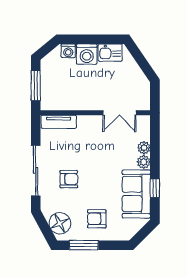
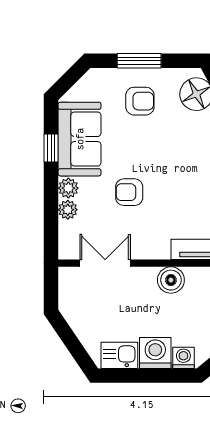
boiler: (76, 102) -> (171, 280), added
armchair: (69, 179) -> (129, 192), moved
window: (84, 245) -> (139, 61), moved

